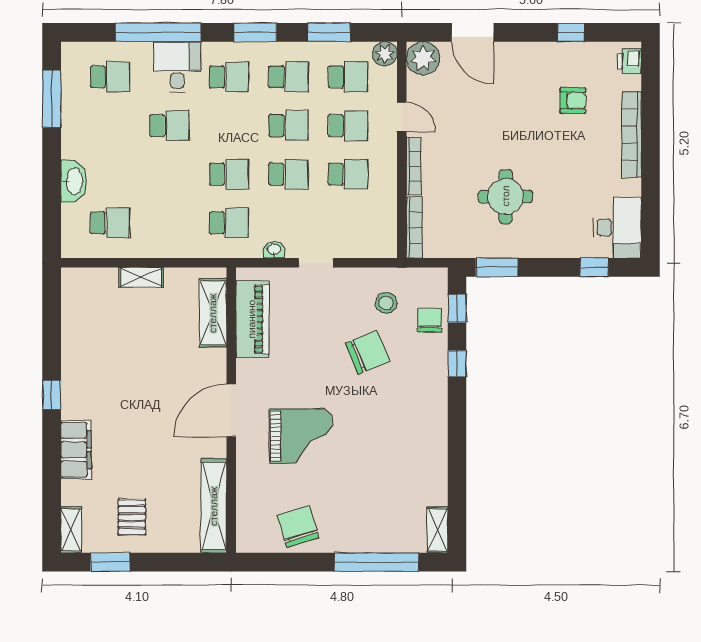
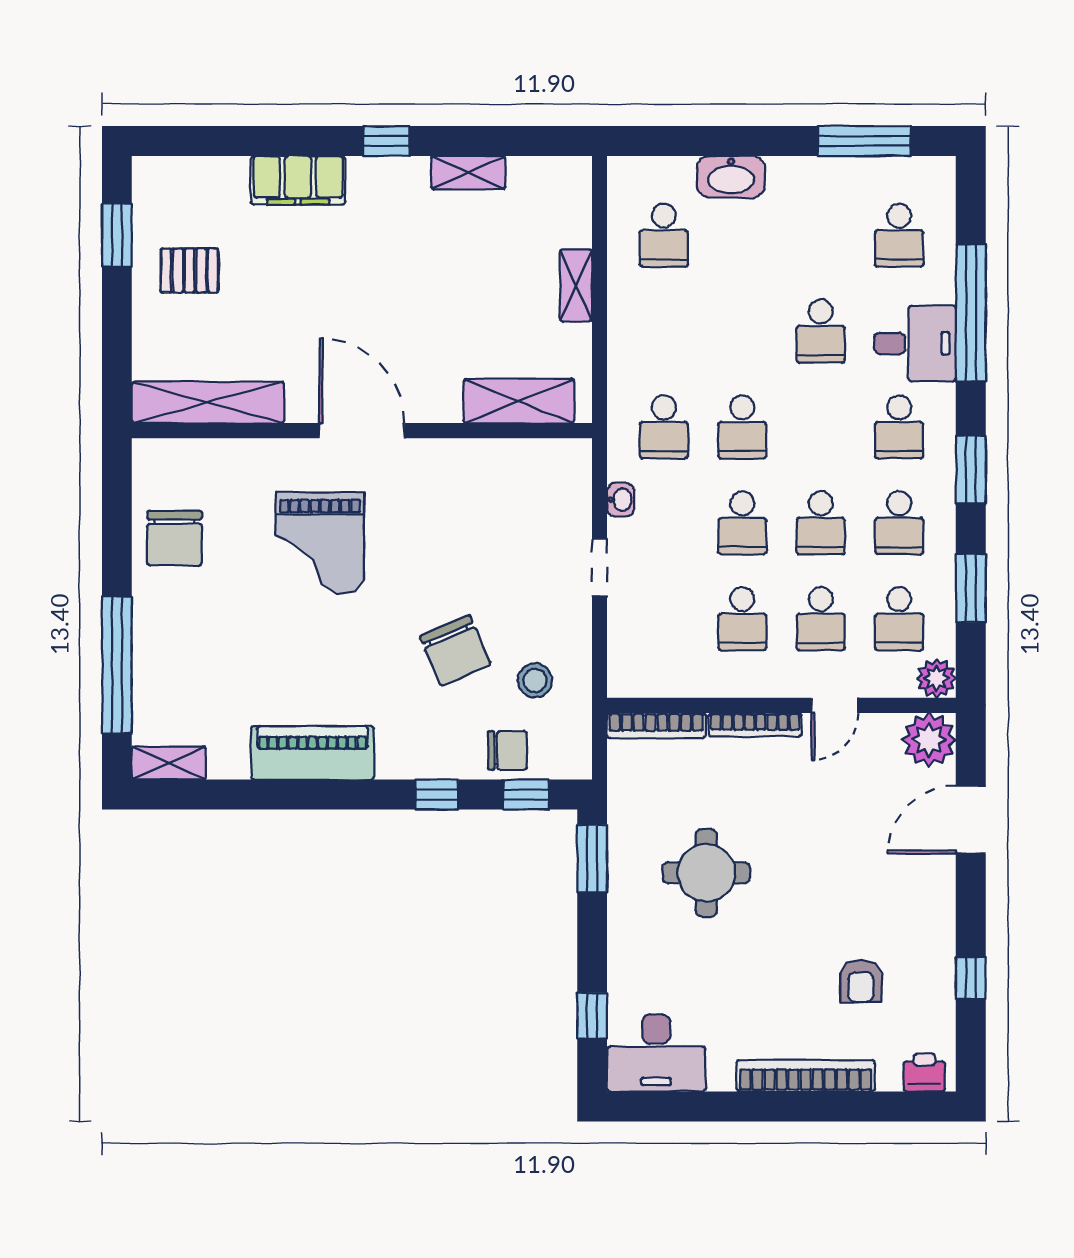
piano: (252, 319) -> (313, 753), moved, turned 180
chair: (298, 526) -> (174, 538), turned 107
shelving: (71, 530) -> (468, 173), moved

